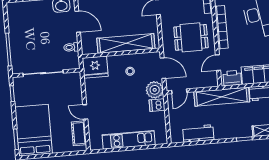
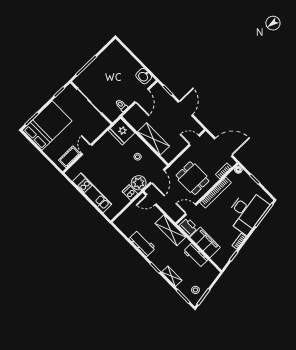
shelving: (126, 43) -> (153, 139), width x0.68
shelving: (222, 97) -> (170, 230), width x0.68
workbench: (198, 133) -> (142, 243), moved

